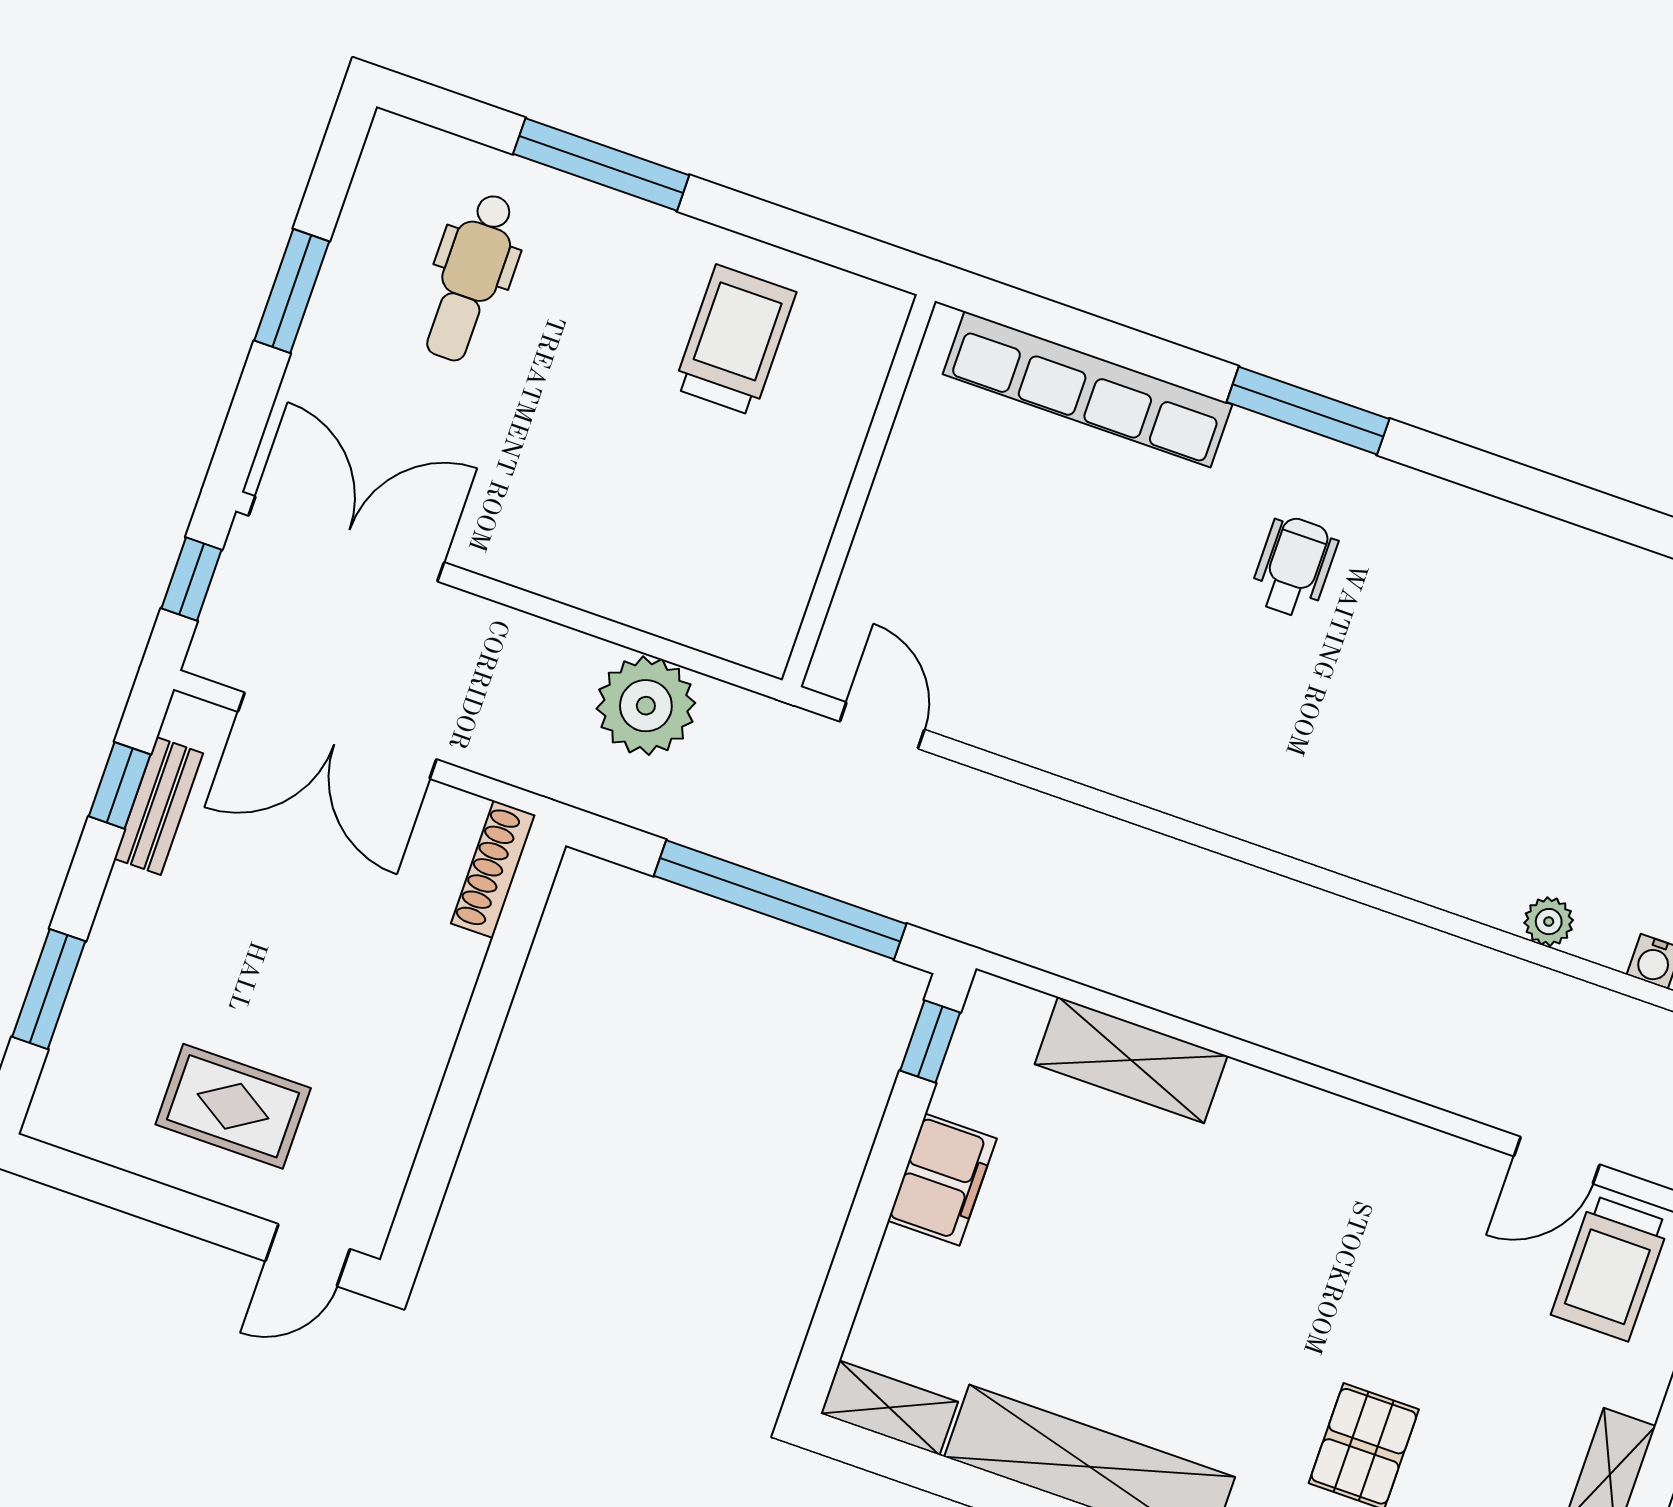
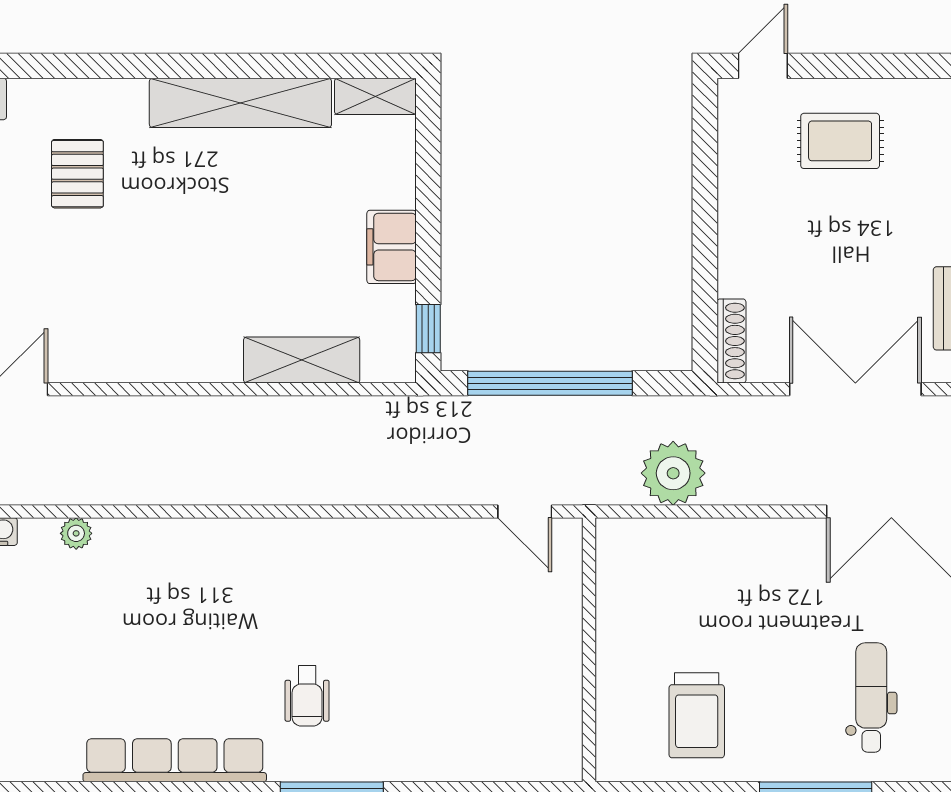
row of seats: (1088, 389) -> (175, 760), moved

